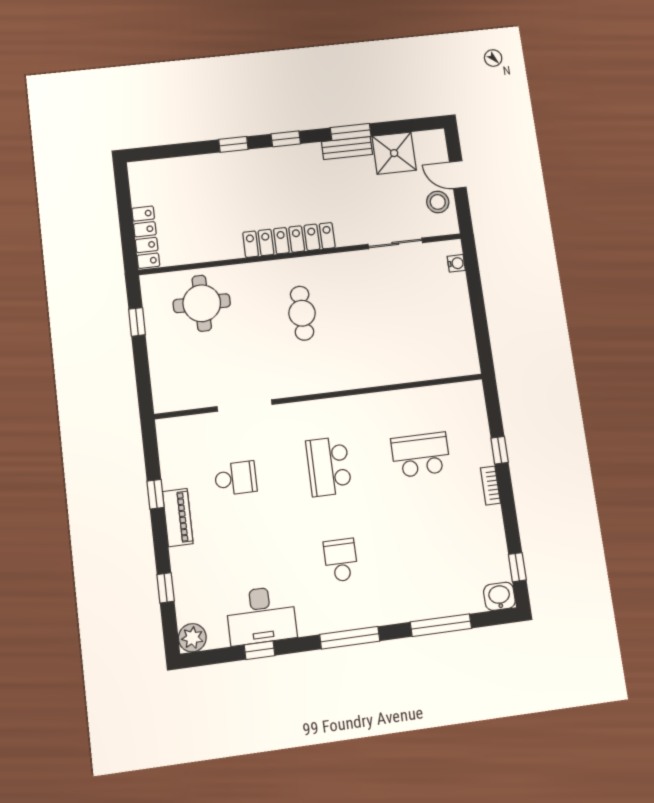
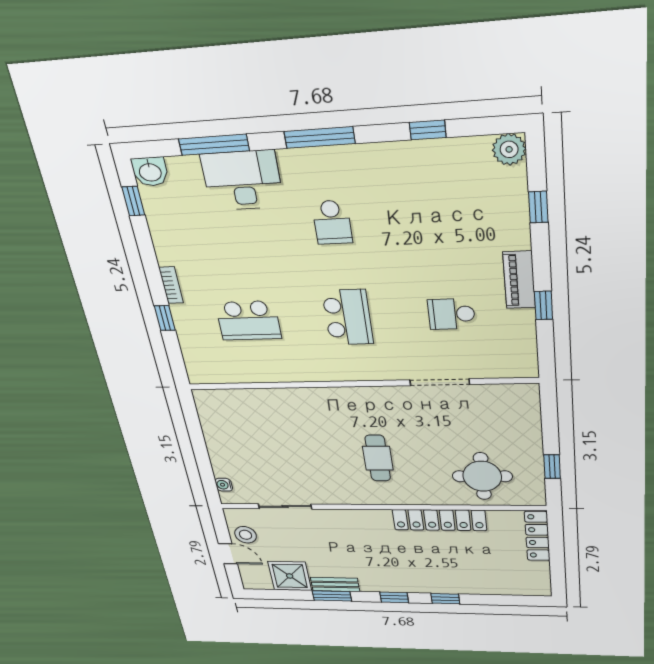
locker: (289, 240) -> (439, 520), moved
desk: (261, 615) -> (242, 180), moved

